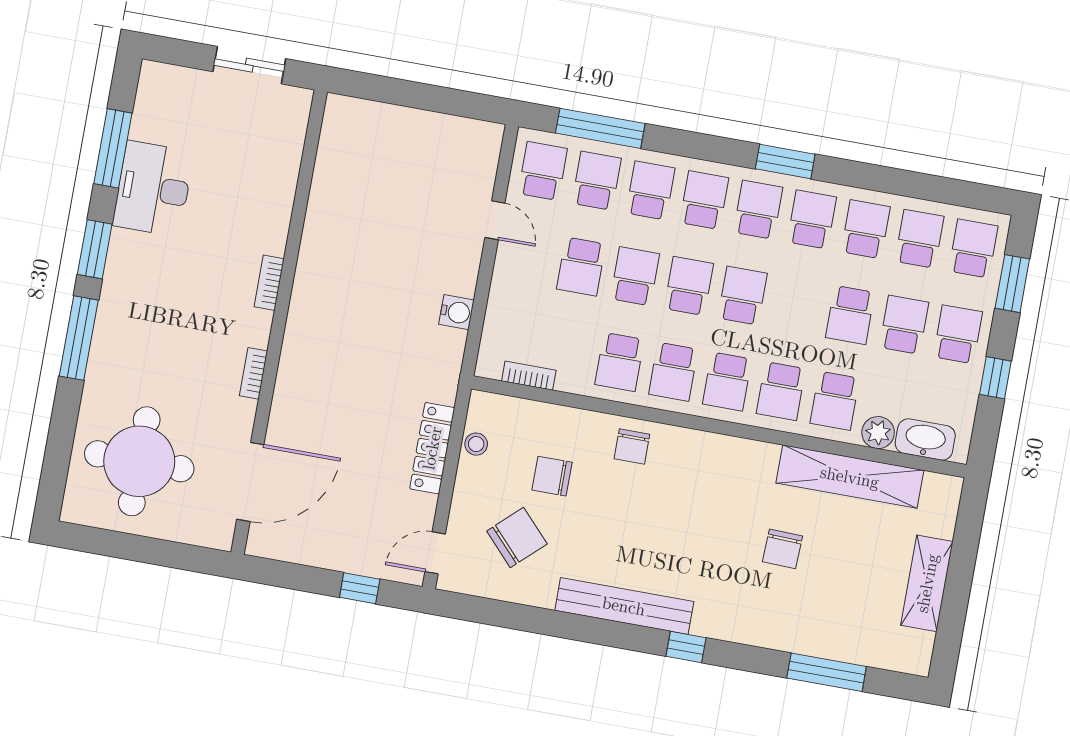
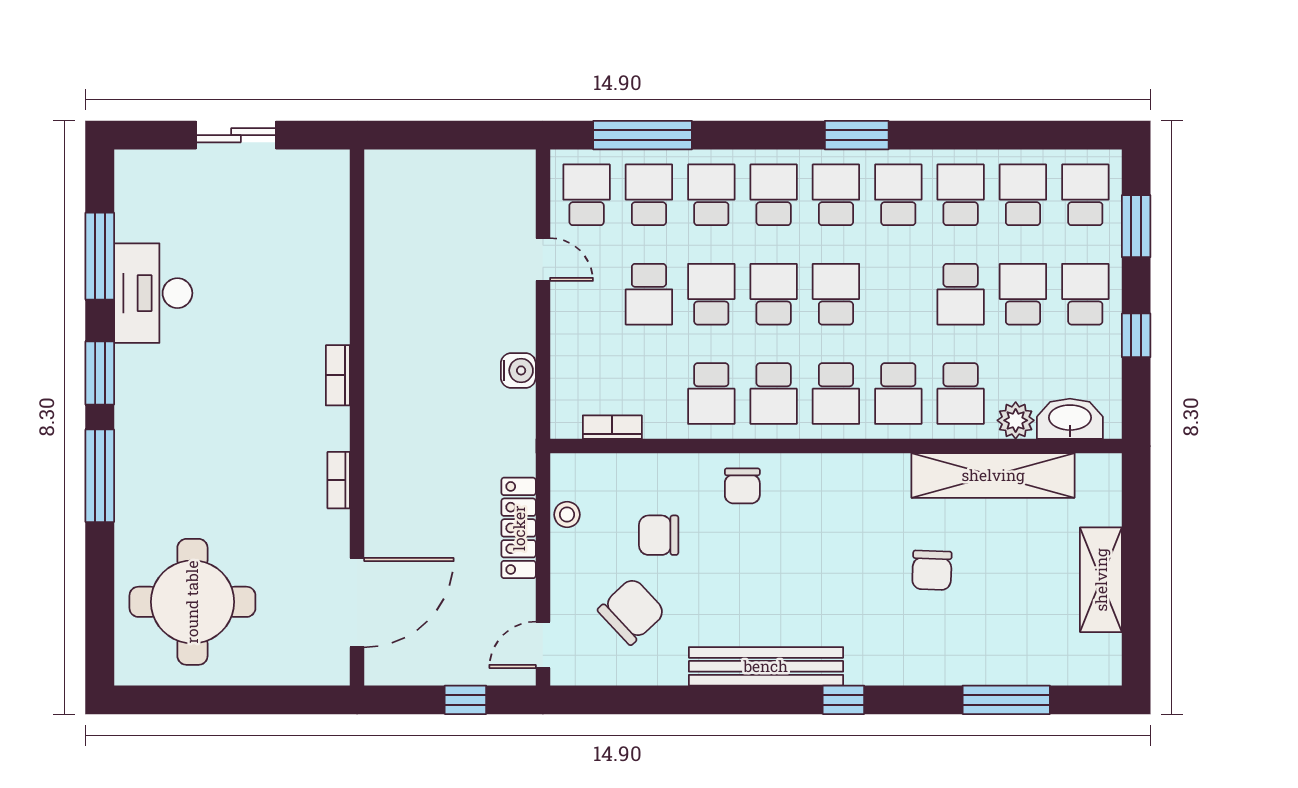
bookcase: (269, 283) -> (338, 375), moved
wall: (279, 322) -> (357, 417), moved
bookcase: (253, 373) -> (339, 480), moved
door: (250, 482) -> (357, 603), moved

